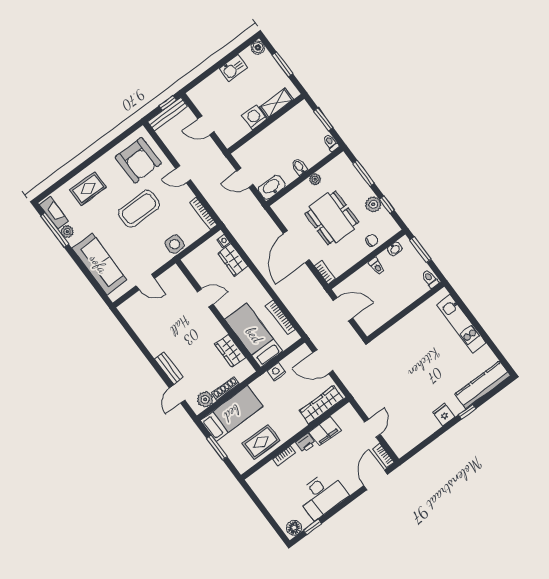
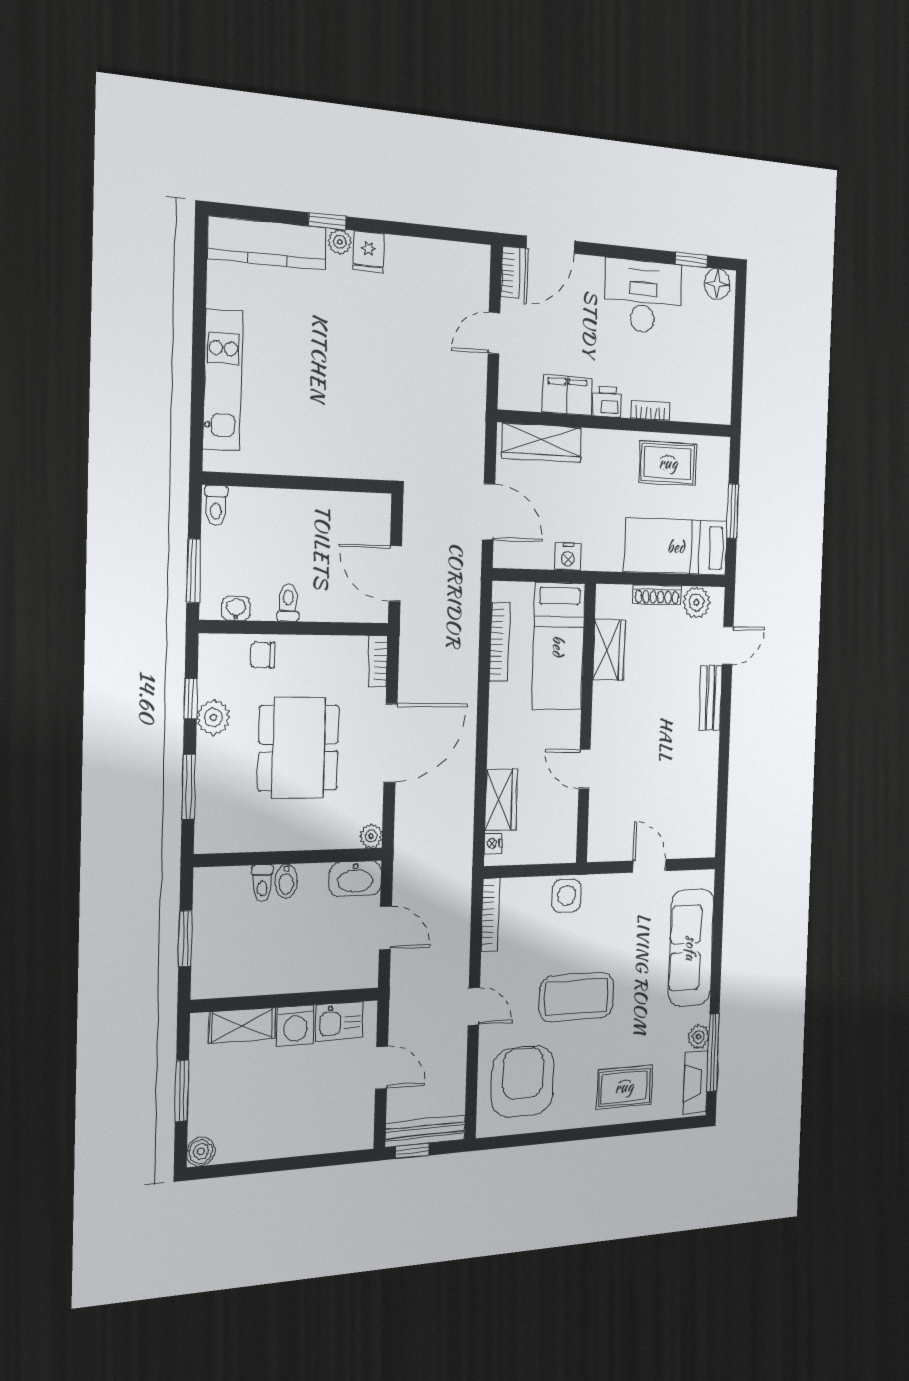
kitchen sink: (233, 68) -> (340, 1021), moved, turned 180
toilet: (331, 143) -> (262, 883), moved
plant: (315, 179) -> (371, 836), moved
plant: (457, 409) -> (340, 242), added

